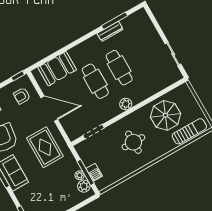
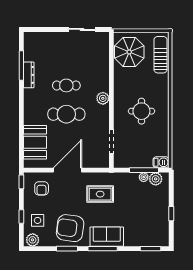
cafe table: (119, 68) -> (66, 85), width x0.73, depth x0.74
parasol: (166, 115) -> (129, 52), moved
rug: (45, 147) -> (100, 194), width x0.73, depth x0.70
barbecue: (94, 172) -> (161, 162), moved

